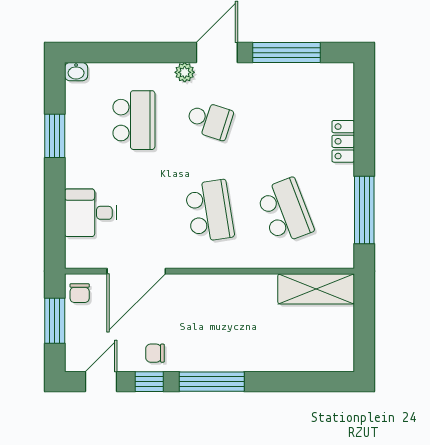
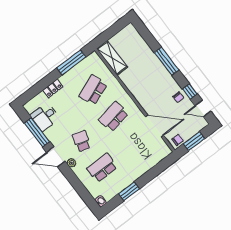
desk: (90, 213) -> (45, 117), moved, turned 90
window: (212, 382) -> (167, 61), moved

